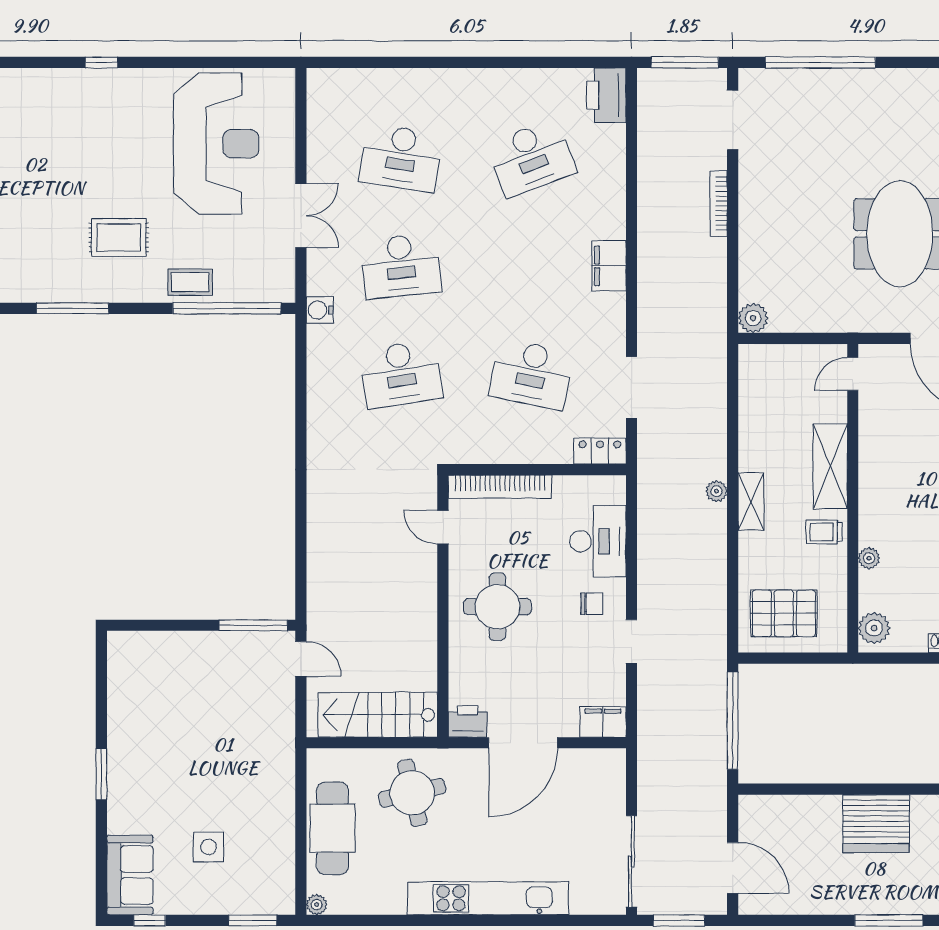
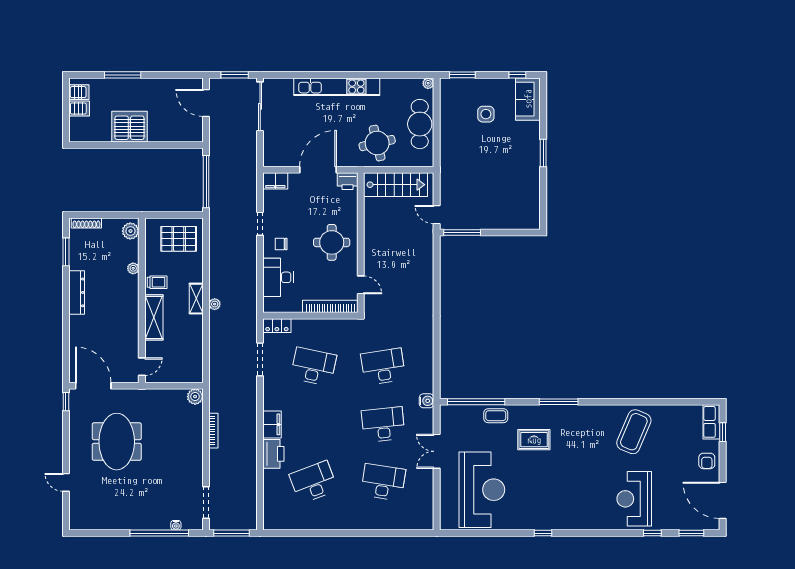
water cooler: (789, 77) -> (176, 525), added
printer: (606, 95) -> (273, 454), moved
reception desk: (216, 144) -> (482, 490), turned 180
bookcase: (719, 204) -> (213, 431), moved

